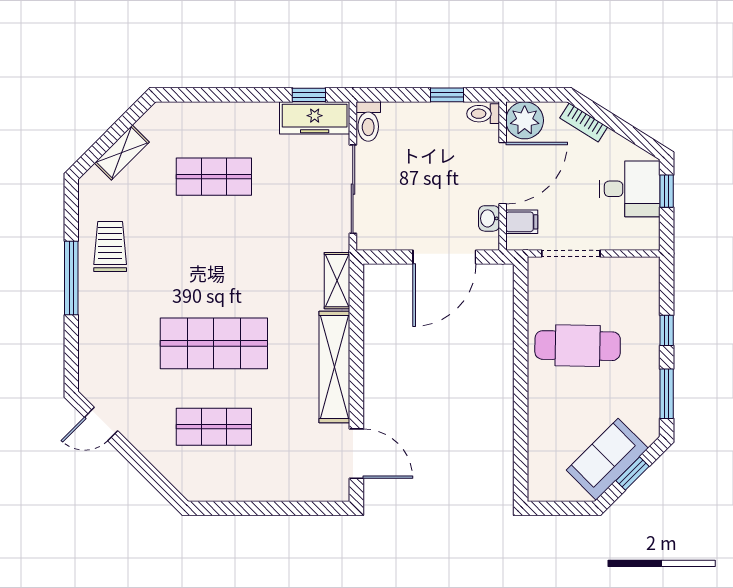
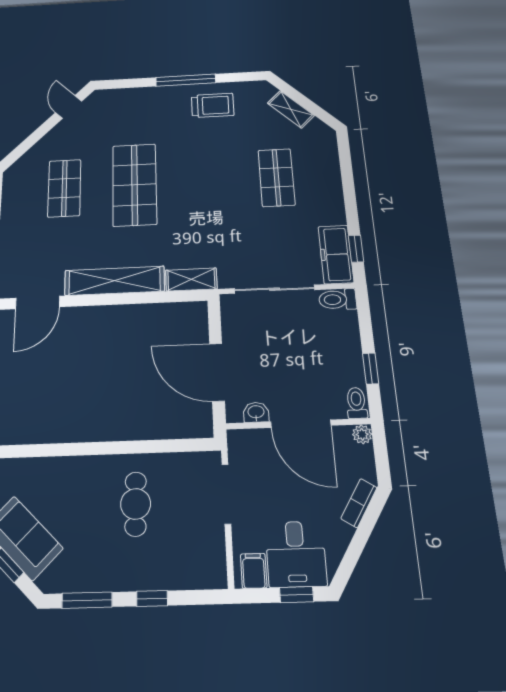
plant: (525, 120) -> (362, 434), width x0.53, depth x0.53
filing cabinet: (522, 222) -> (254, 571), moved, turned 180
cafe table: (578, 346) -> (136, 504), width x0.73, depth x0.74

